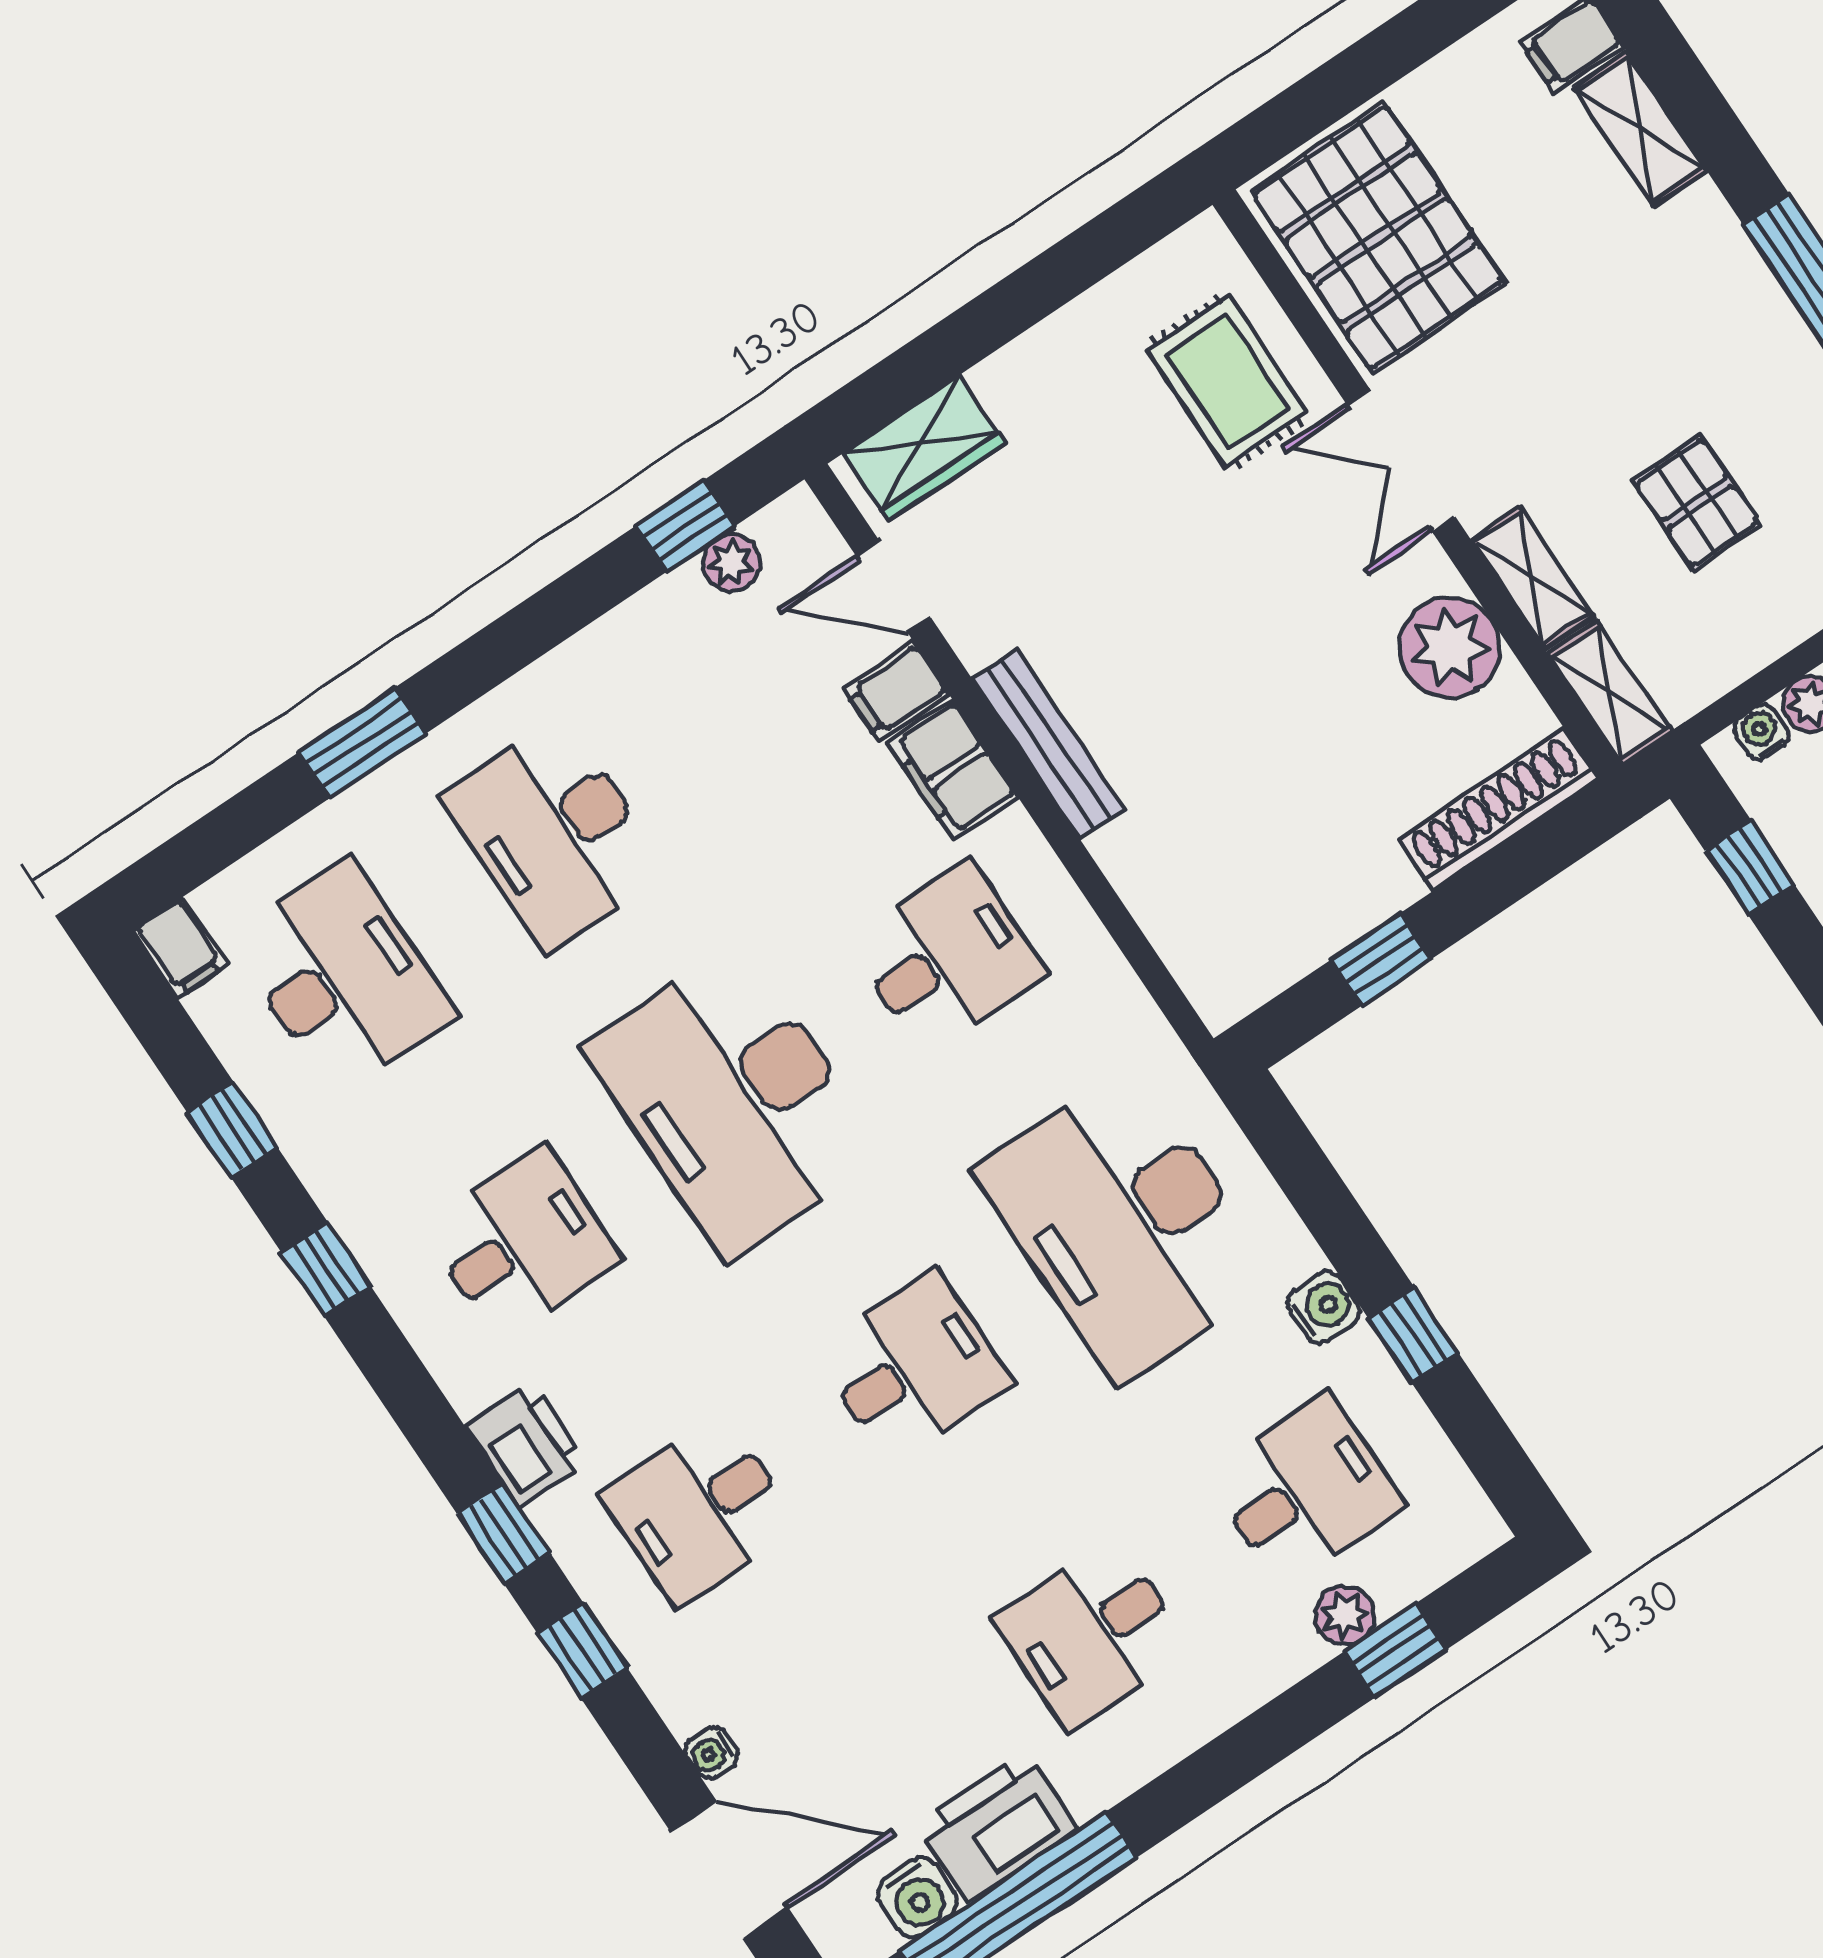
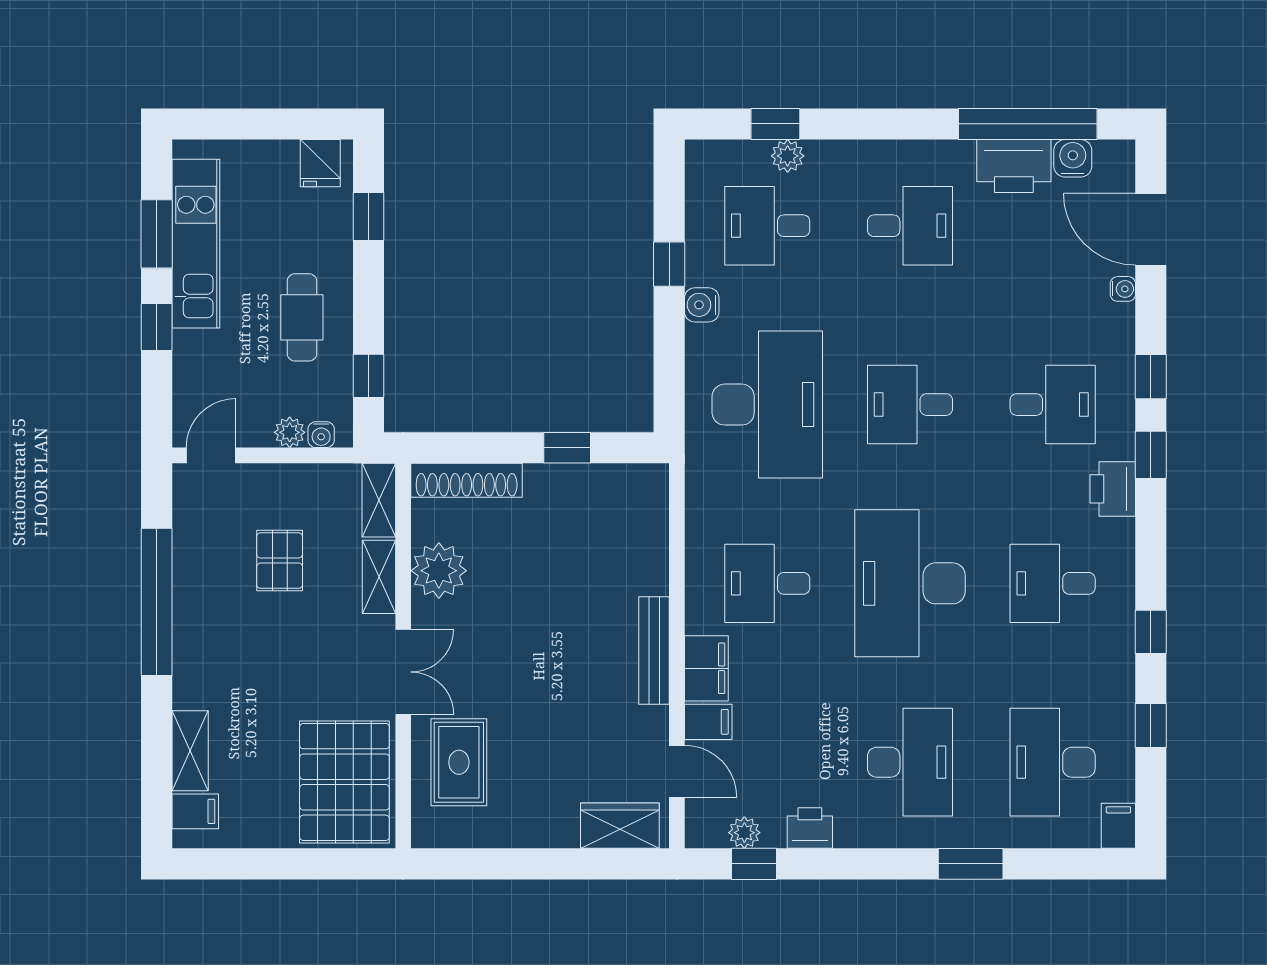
printer: (638, 635) -> (810, 828), added
desk: (734, 1100) -> (910, 583), turned 180

